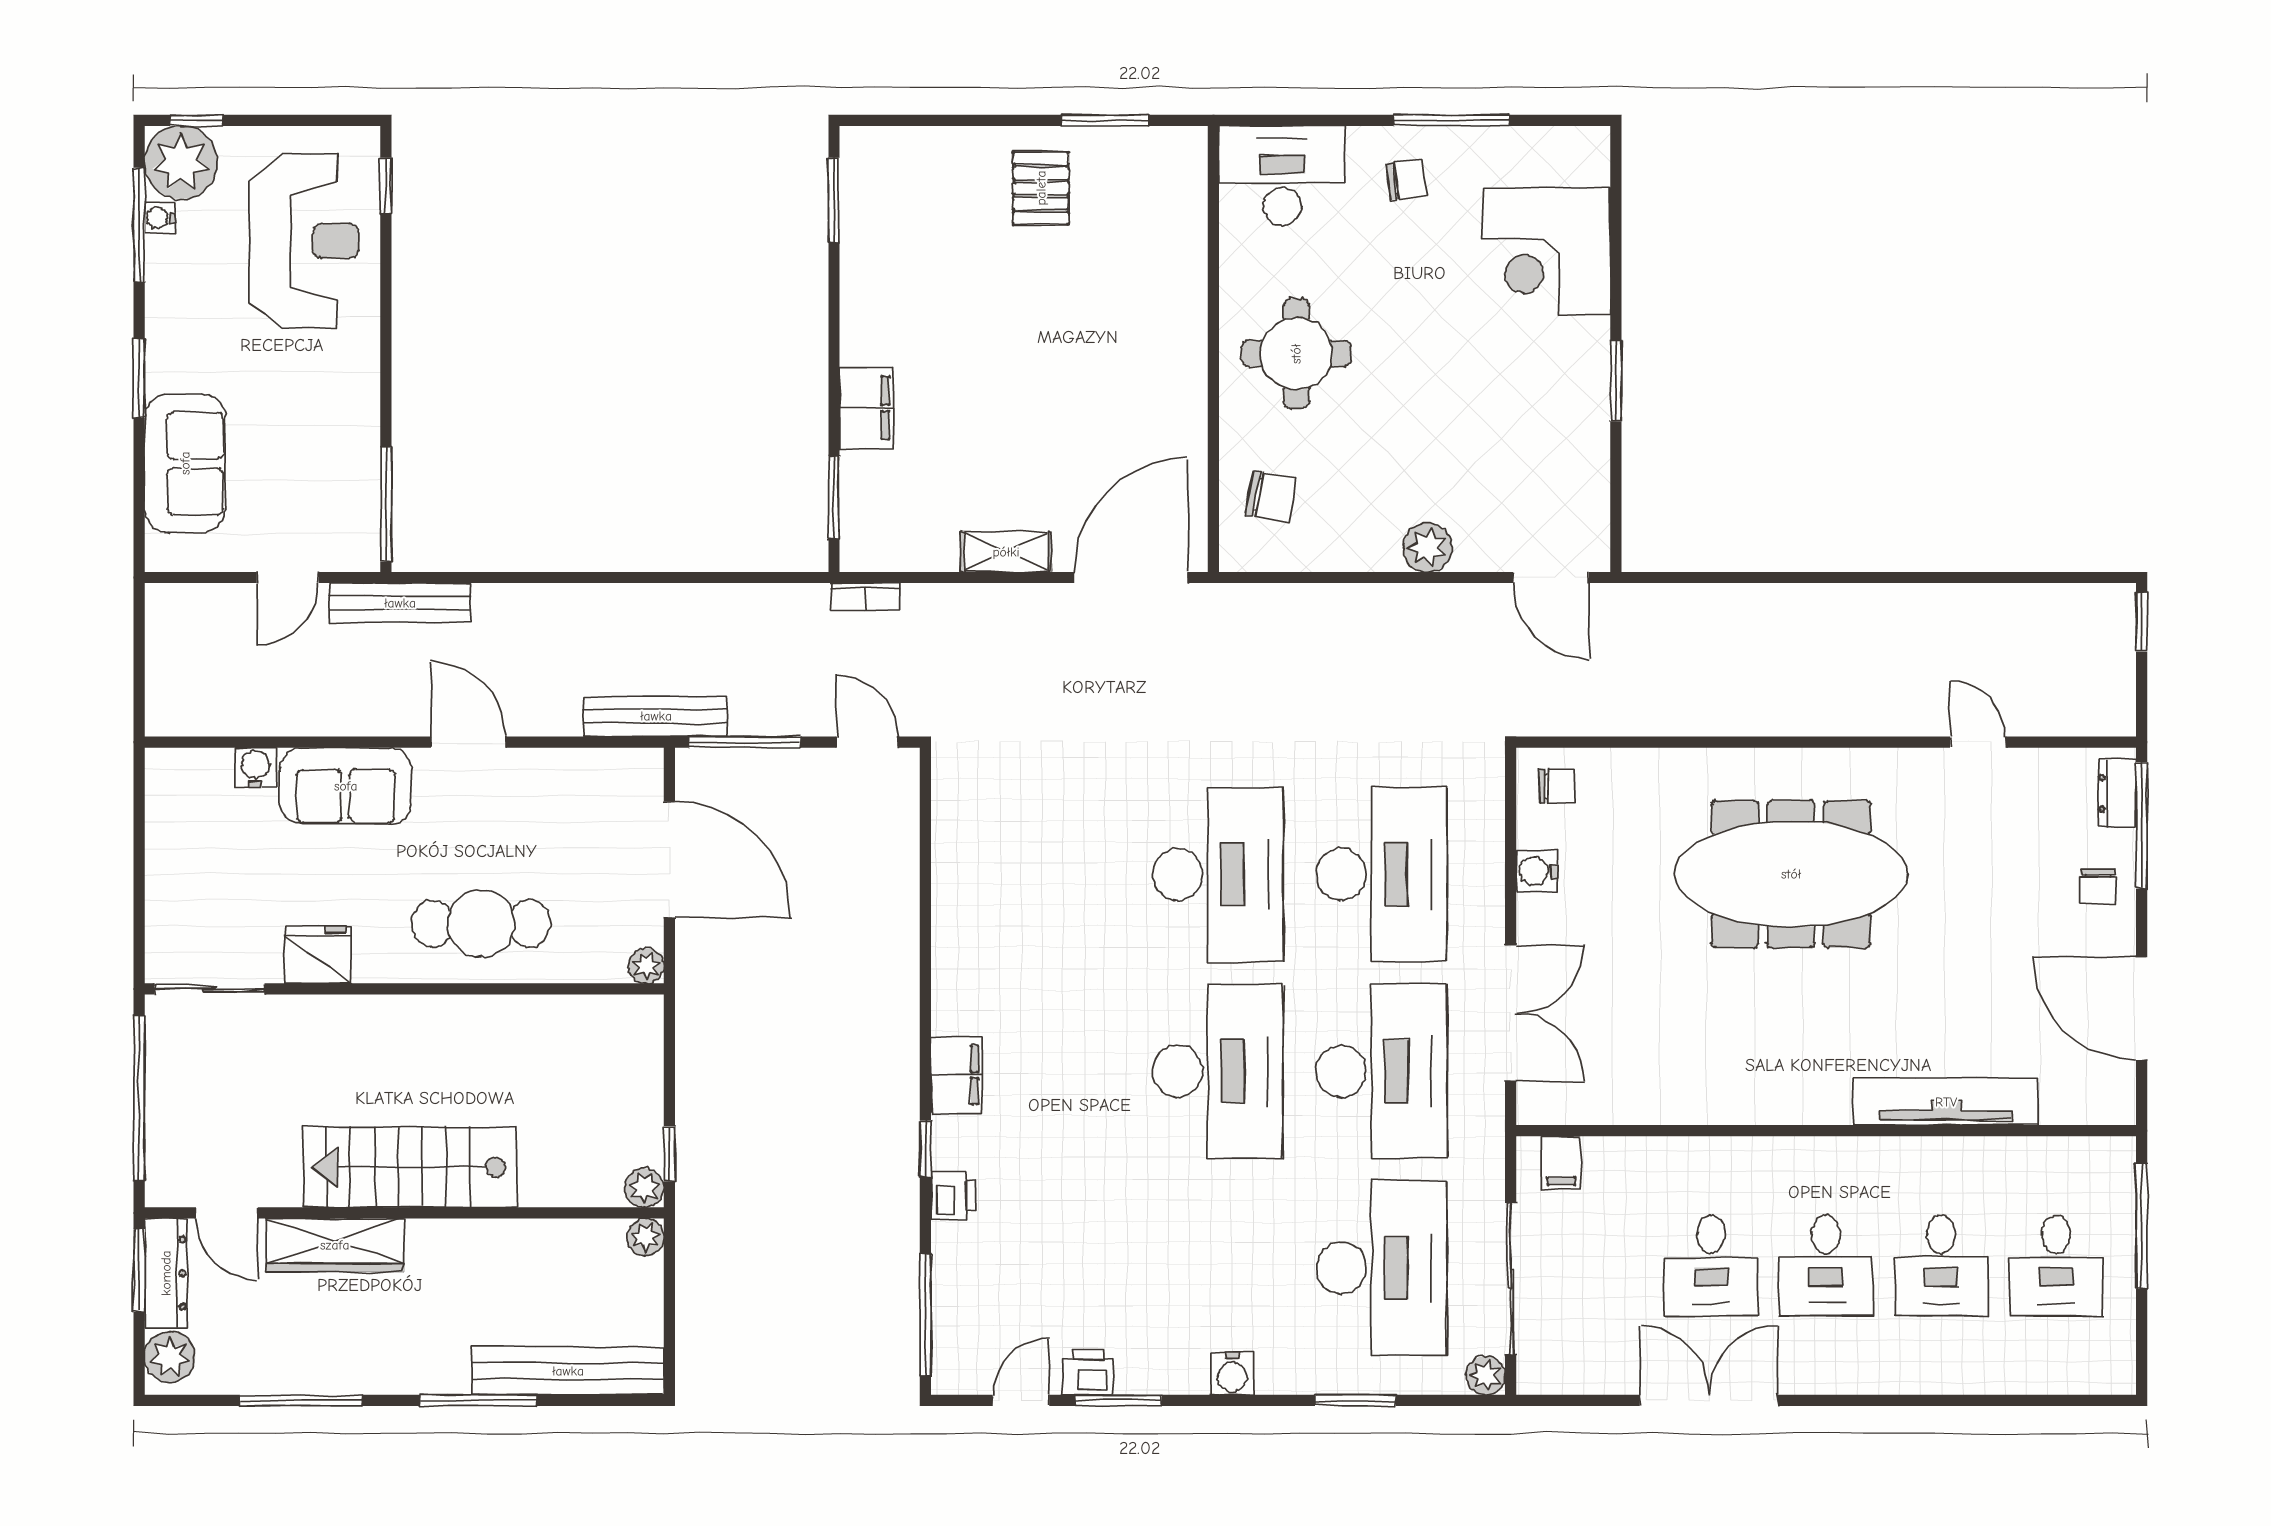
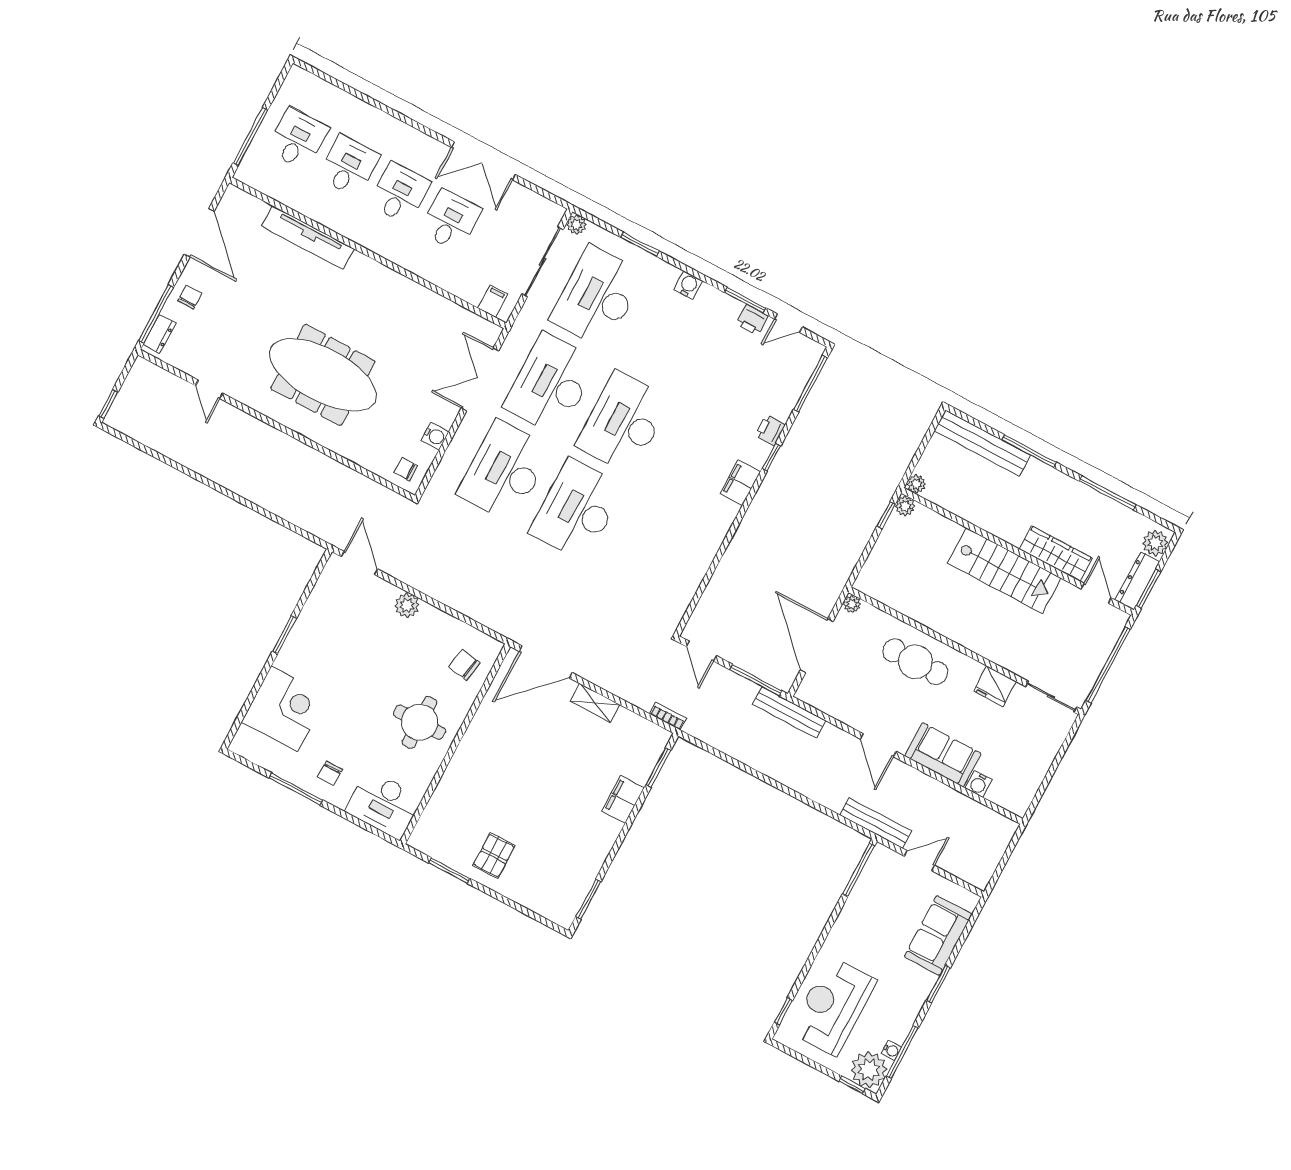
chair: (1406, 180) -> (330, 773), turned -83

